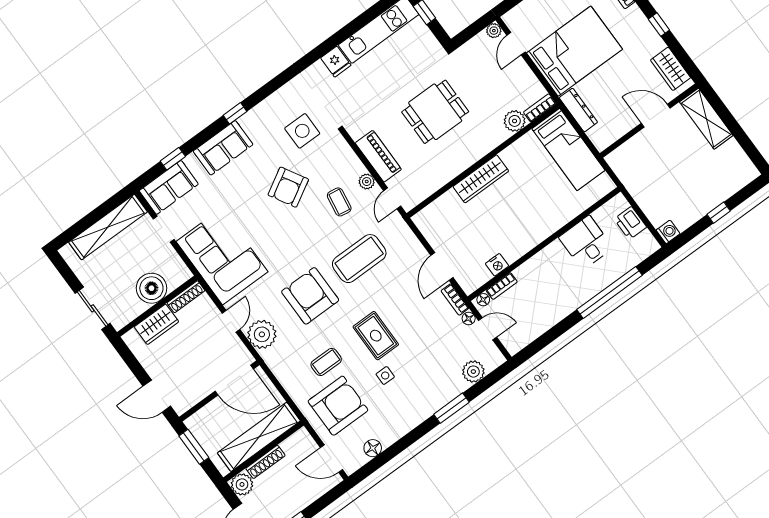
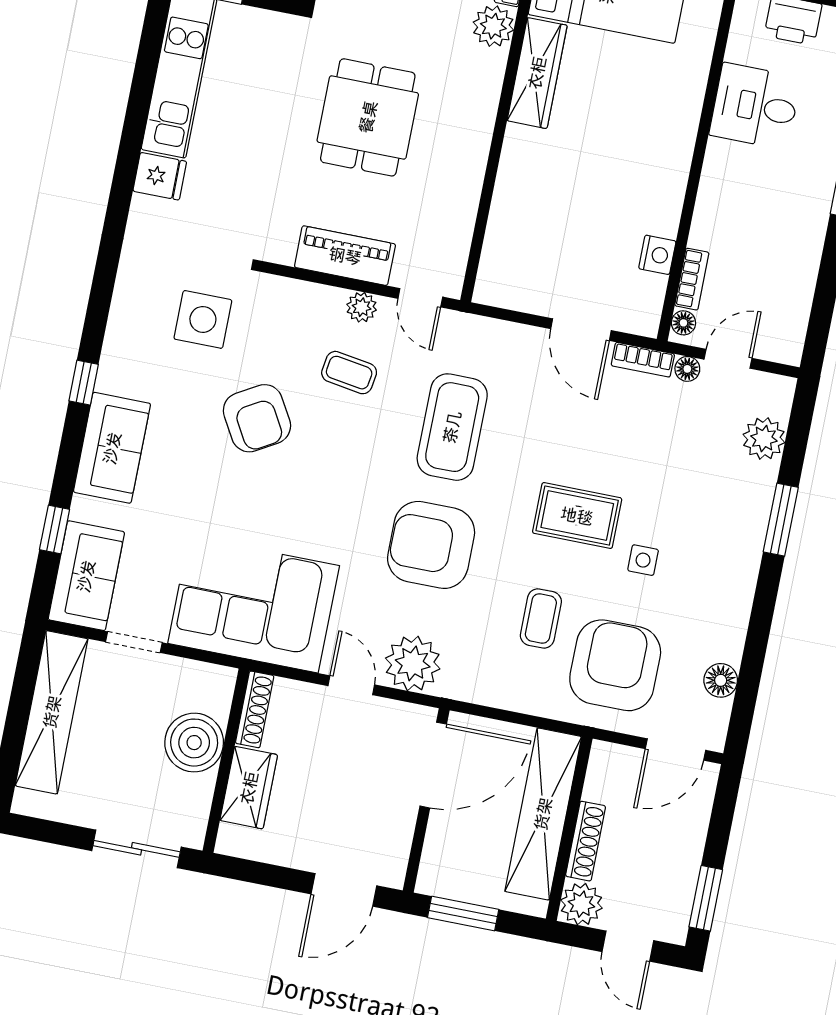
wardrobe: (481, 179) -> (537, 73), moved

